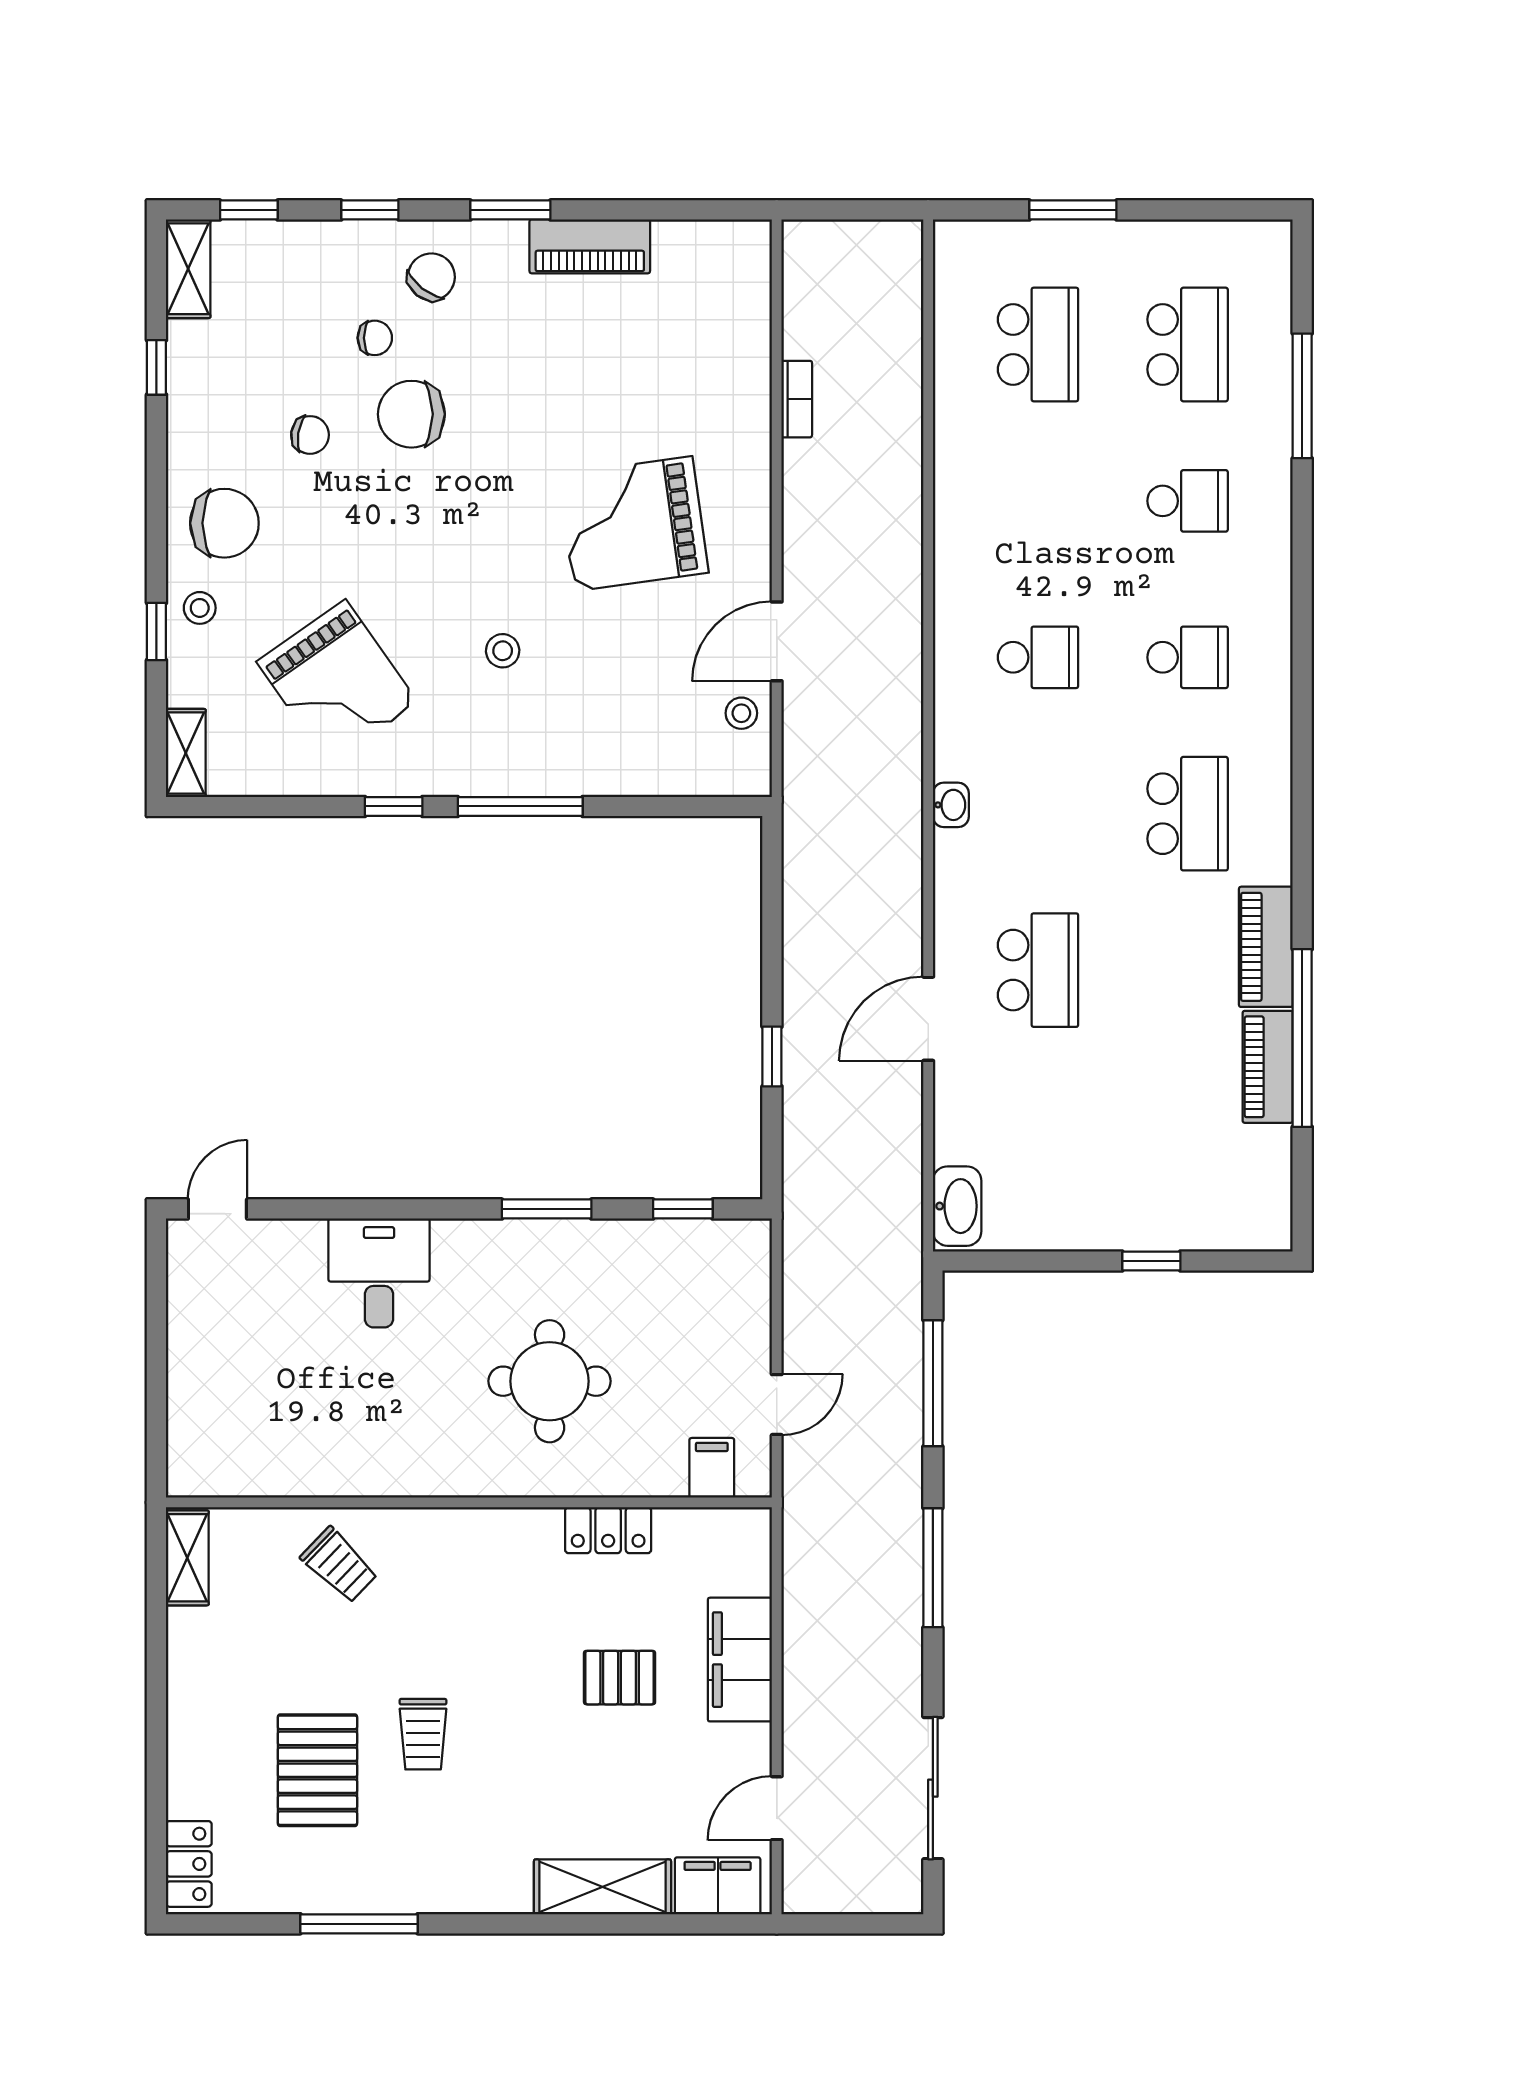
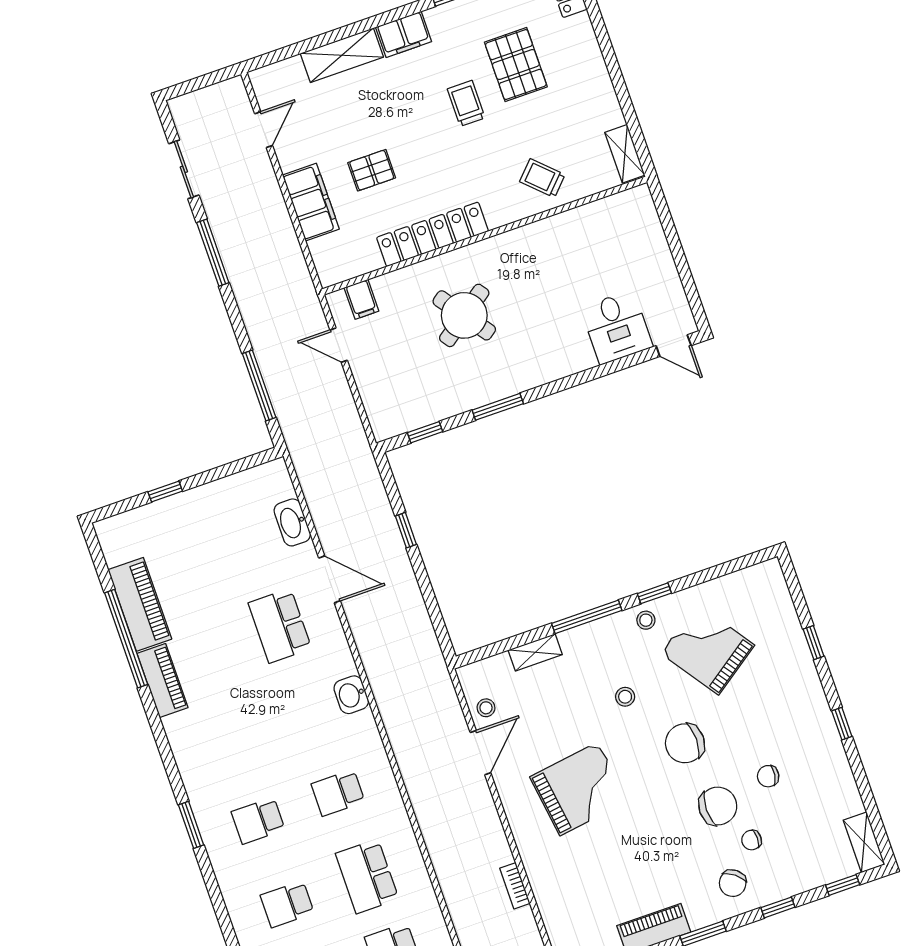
window: (156, 367) -> (842, 724), moved
chair: (224, 523) -> (685, 743), moved
stool: (200, 608) -> (646, 620), moved
window: (1302, 689) -> (191, 825), added
shelving: (186, 753) -> (535, 652), moved, turned 90
washbasin: (951, 805) -> (351, 695), width x1.38, depth x1.45
school desk: (1188, 814) -> (367, 876), moved
door: (928, 1019) -> (329, 579), hinge flipped
piano: (1268, 1067) -> (140, 604), width x1.37, depth x1.33
washbasin: (957, 1206) -> (292, 522), moved
door: (217, 1209) -> (674, 346), hinge flipped
desk: (379, 1273) -> (617, 327), moved
round table: (550, 1381) -> (464, 315), turned -36
door: (777, 1405) -> (339, 345), hinge flipped
locker: (608, 1530) -> (432, 234), width x2.16, depth x1.21
window: (933, 1568) -> (213, 253), moved
sliding door: (933, 1788) -> (184, 169), width x0.73
filing cabinet: (718, 1886) -> (404, 34), moved

